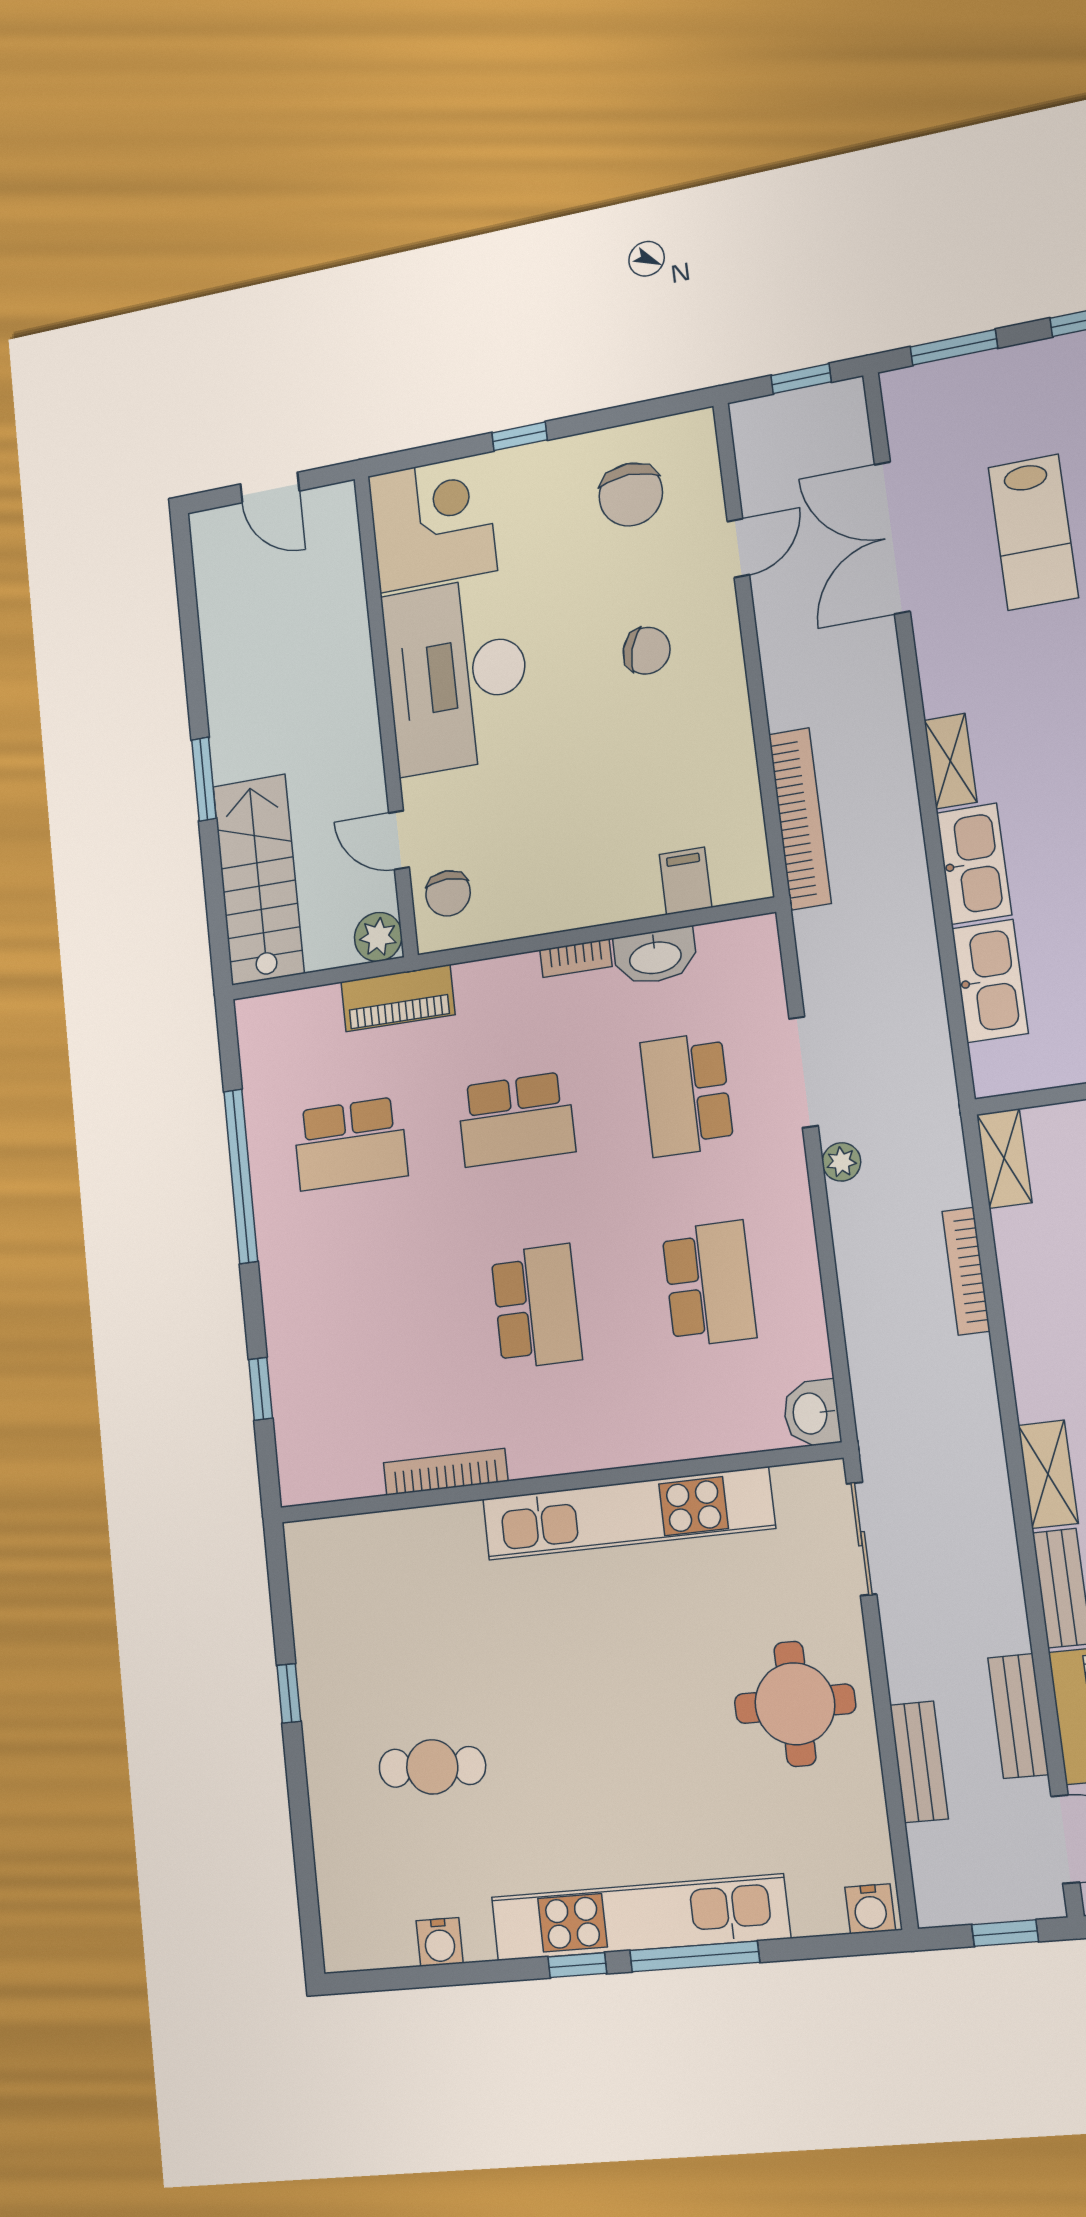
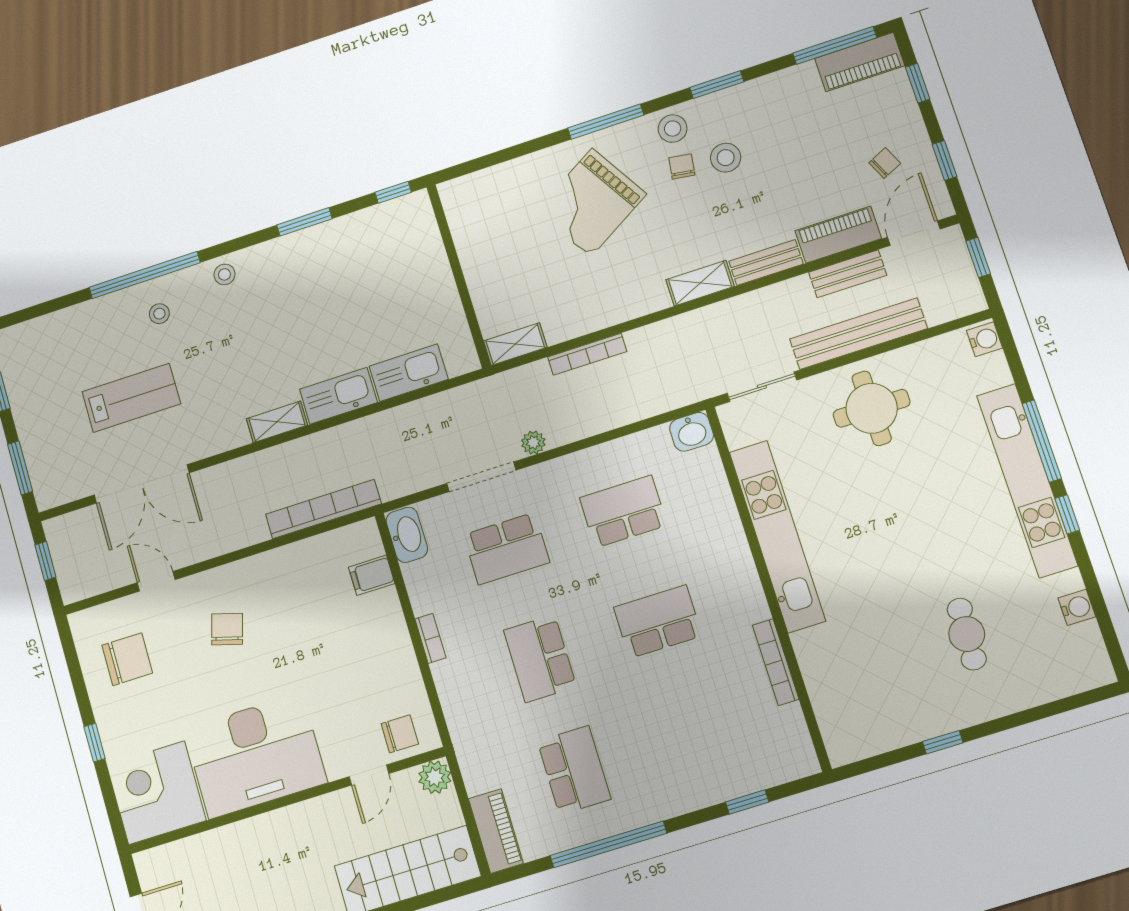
washbasin: (655, 956) -> (407, 535), moved
piano: (398, 998) -> (496, 831), moved
school desk: (516, 1119) -> (540, 658), turned 180
bench: (919, 1762) -> (858, 334), width x1.86, depth x1.21

